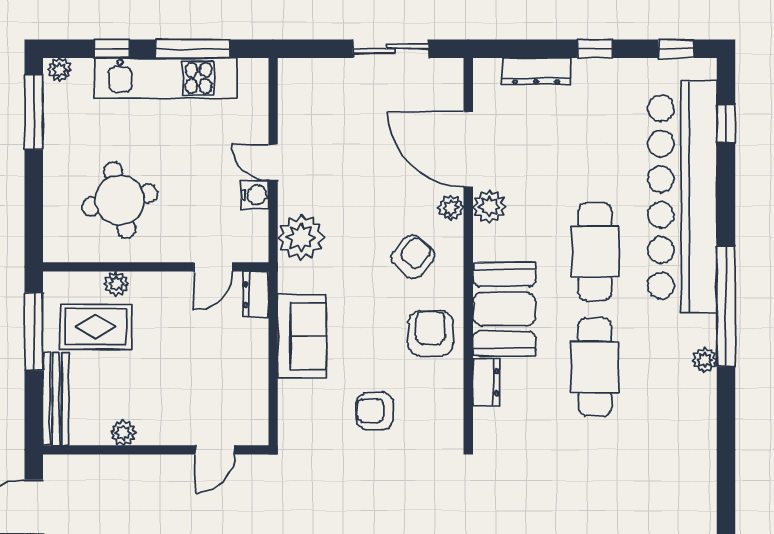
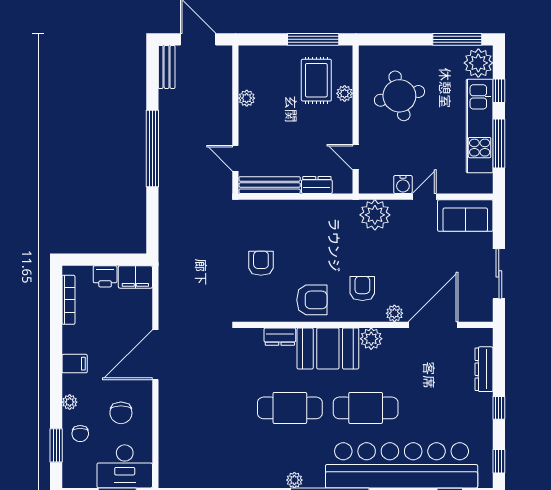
plant: (59, 70) -> (478, 63), width x1.88, depth x1.88
plant: (490, 206) -> (371, 339), moved
armchair: (413, 257) -> (362, 288), turned -130
dresser: (256, 295) -> (317, 185), moved
sofa: (302, 336) -> (465, 216), moved
bench: (56, 399) -> (270, 185), moved

